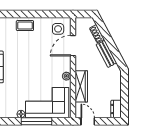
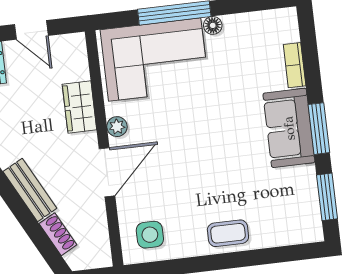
door: (73, 46) -> (107, 172), moved
wardrobe: (81, 86) -> (79, 107), width x0.67
door: (88, 121) -> (31, 30), moved

